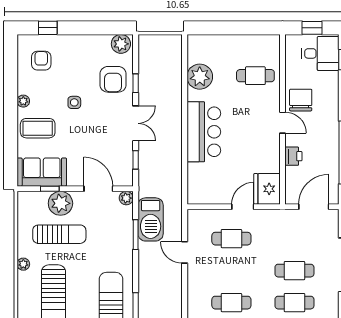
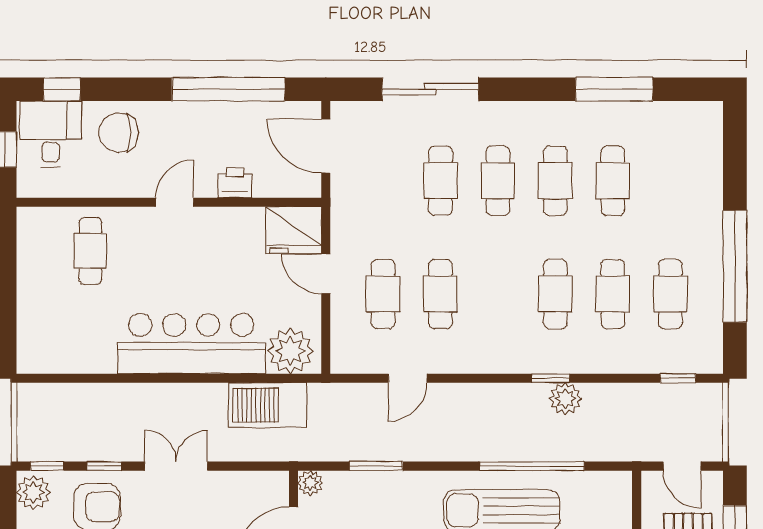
plant: (200, 77) -> (290, 351), moved
chair: (301, 100) -> (119, 133), moved
bar counter: (204, 132) -> (191, 344), width x1.36
window: (136, 160) -> (47, 466), moved
barbecue: (151, 219) -> (267, 405), moved, turned 180
cafe table: (231, 303) -> (440, 294), moved

